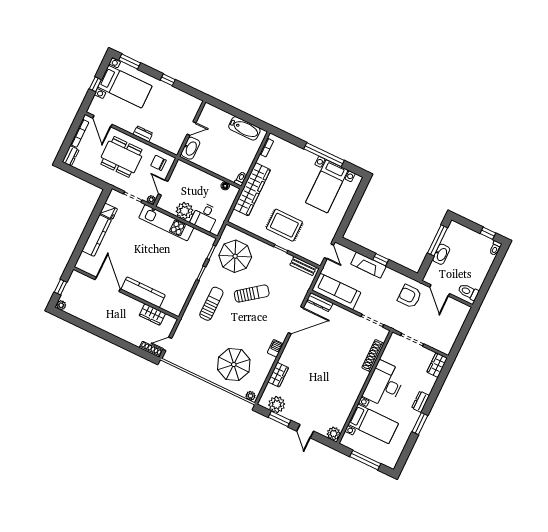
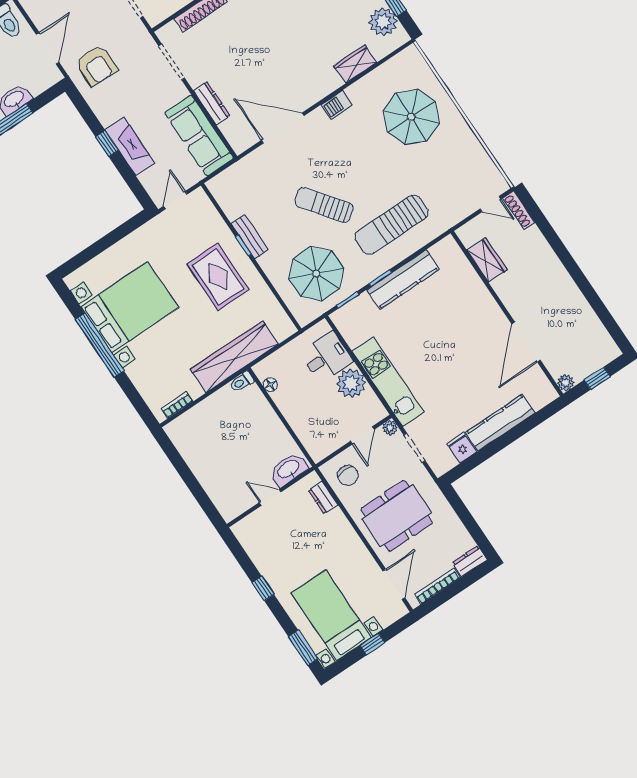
bathtub: (244, 128) -> (193, 452), removed
dresser: (143, 134) -> (323, 498), moved
dining table: (121, 157) -> (397, 516), turned 90
bed with nightstands: (327, 186) -> (130, 307), width x1.36
bench: (303, 266) -> (250, 237), moved
kitchen counter: (143, 292) -> (403, 280), moved, turned -90
dresser: (320, 302) -> (212, 103), moved
sun lounger: (211, 304) -> (392, 225), width x1.36, depth x1.34
plant: (61, 305) -> (566, 383), moved
plant: (250, 396) -> (414, 57), removed

